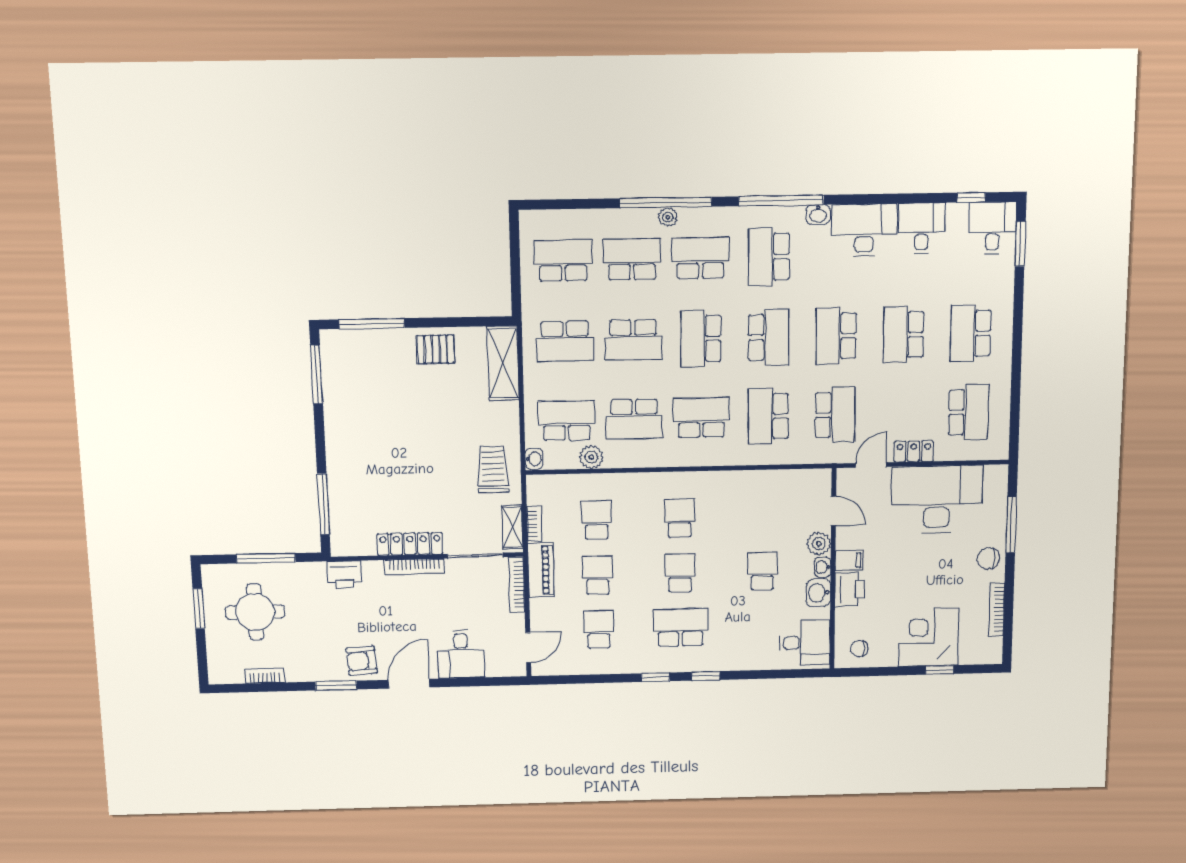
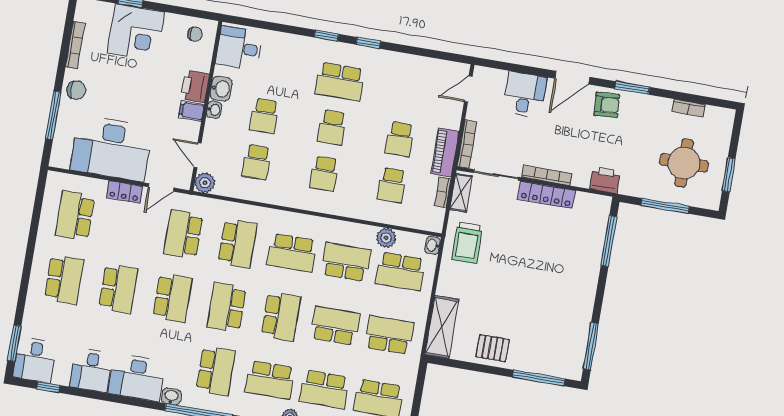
plant: (819, 544) -> (205, 183), moved
school desk: (599, 629) -> (256, 162), moved

